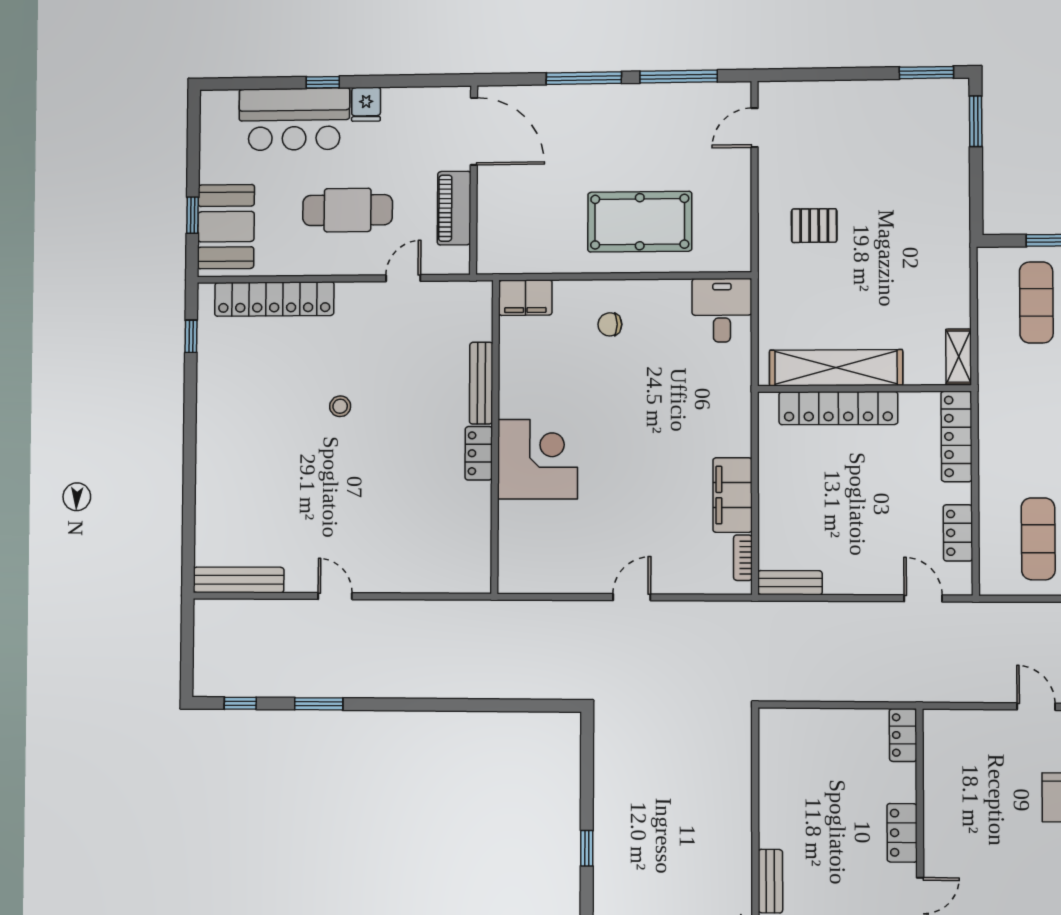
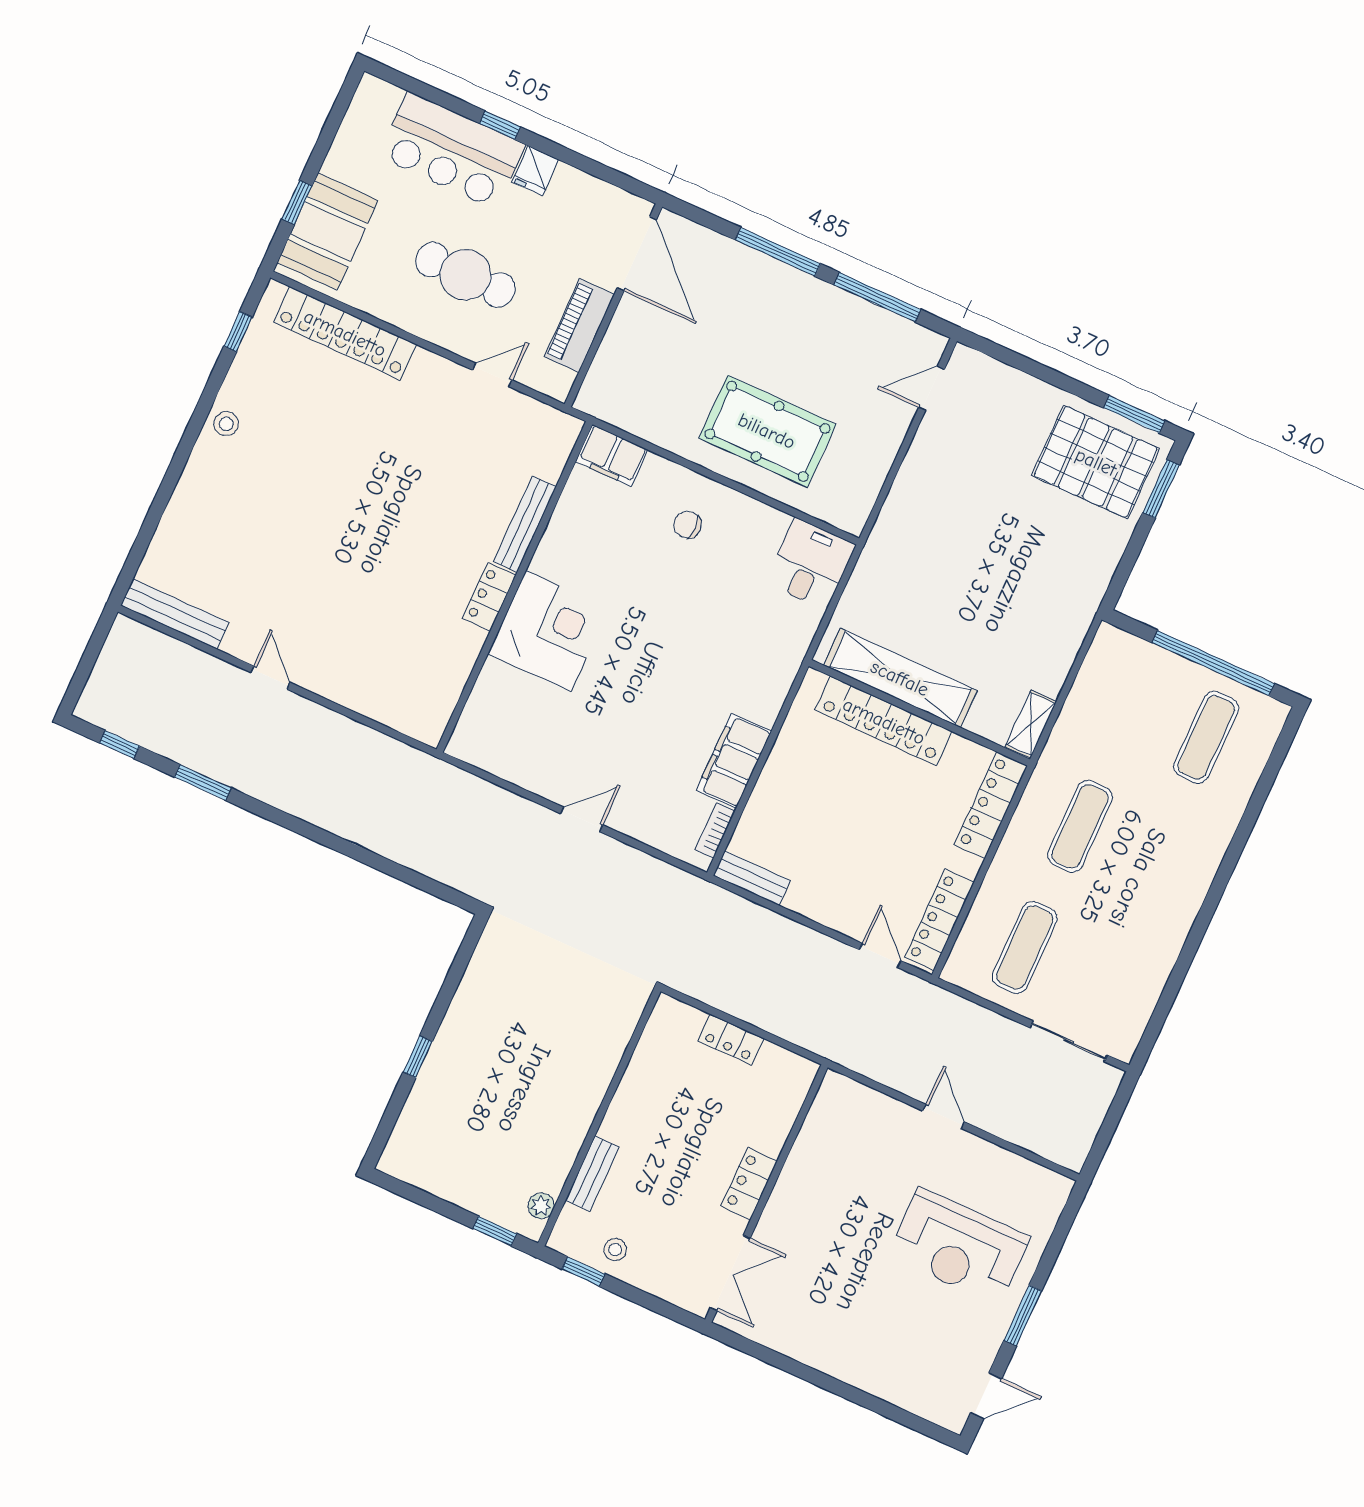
pallet: (814, 226) -> (1096, 462), moved, width x2.05, depth x2.00
exercise mat: (1036, 302) -> (1080, 826), moved
stool: (340, 406) -> (226, 424), moved
locker: (958, 533) -> (940, 920), width x1.53
locker: (903, 735) -> (731, 1040), moved, turned -90

